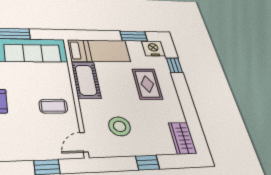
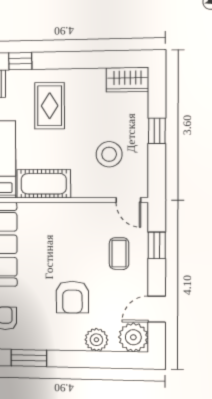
rug: (147, 84) -> (50, 106), turned 90
coffee table: (53, 106) -> (119, 254), moved

